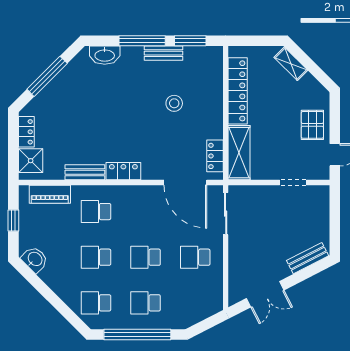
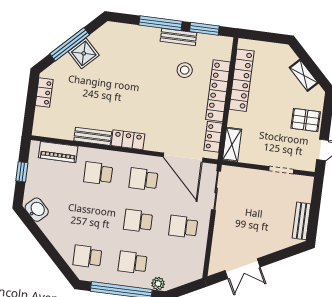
washbasin: (105, 55) -> (125, 32), removed
shelving: (291, 64) -> (304, 75), moved
stool: (174, 103) -> (185, 70), moved
locker: (214, 106) -> (218, 91), added
pallet: (312, 125) -> (306, 120), turned 90
shelving: (239, 153) -> (232, 145), width x0.67, depth x0.75
shower: (31, 161) -> (84, 53), moved, turned 45
school desk: (96, 257) -> (143, 179), moved
bench: (308, 258) -> (301, 221), moved, turned -63
plant: (176, 322) -> (158, 284), added

